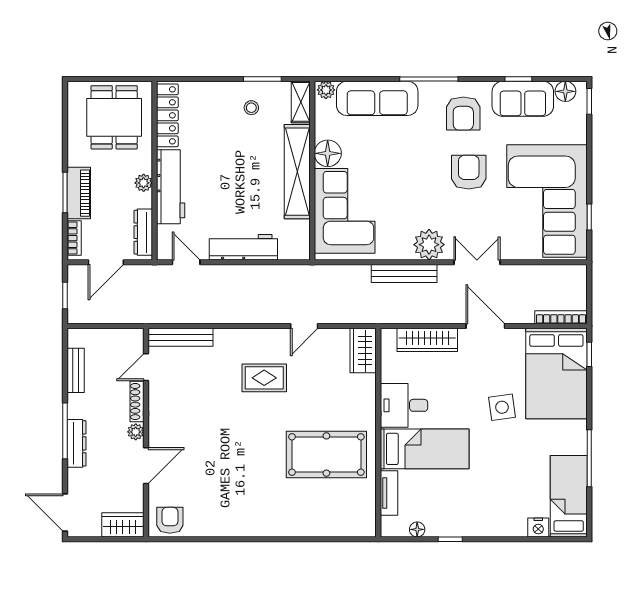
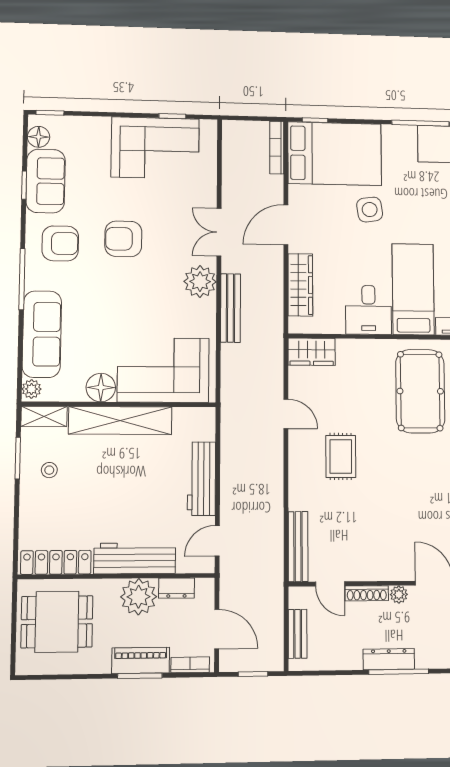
plant: (144, 183) -> (139, 597), width x1.87, depth x1.87
corner sofa: (547, 201) -> (155, 148), width x0.73, depth x0.74
dresser: (143, 232) -> (176, 588), width x0.70
bench: (76, 370) -> (298, 634), moved, turned 90
dresser: (77, 443) -> (389, 659), moved

